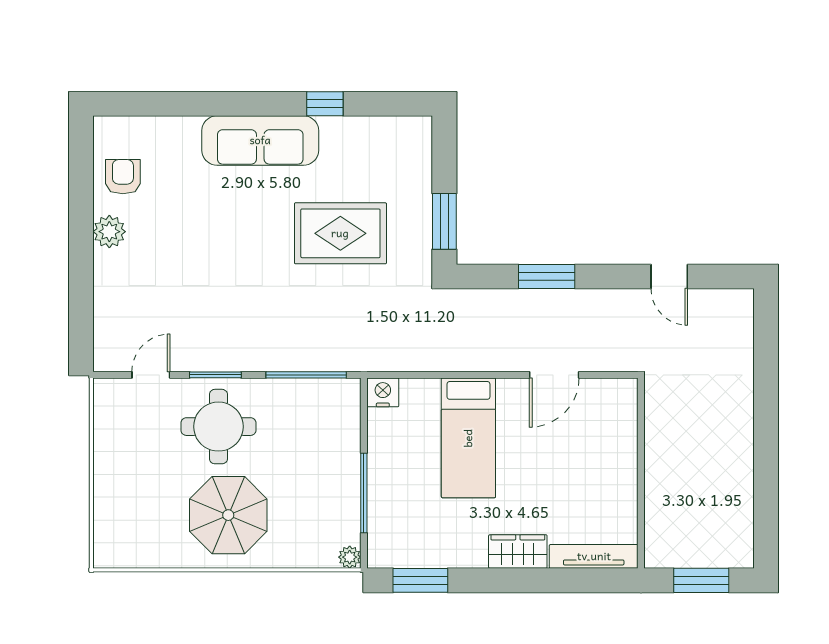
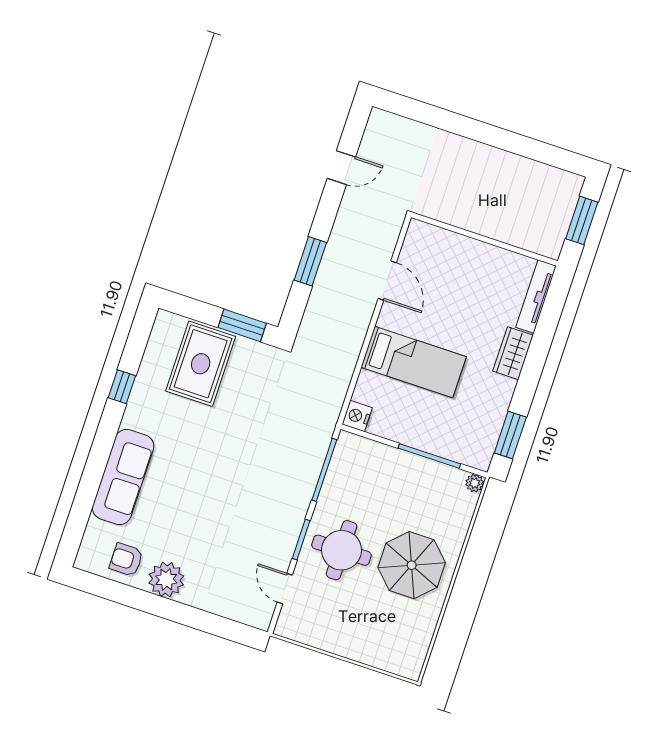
sofa: (260, 140) -> (123, 477), moved
plant: (109, 232) -> (166, 579), width x1.36, depth x1.36
rug: (340, 233) -> (201, 364), moved

